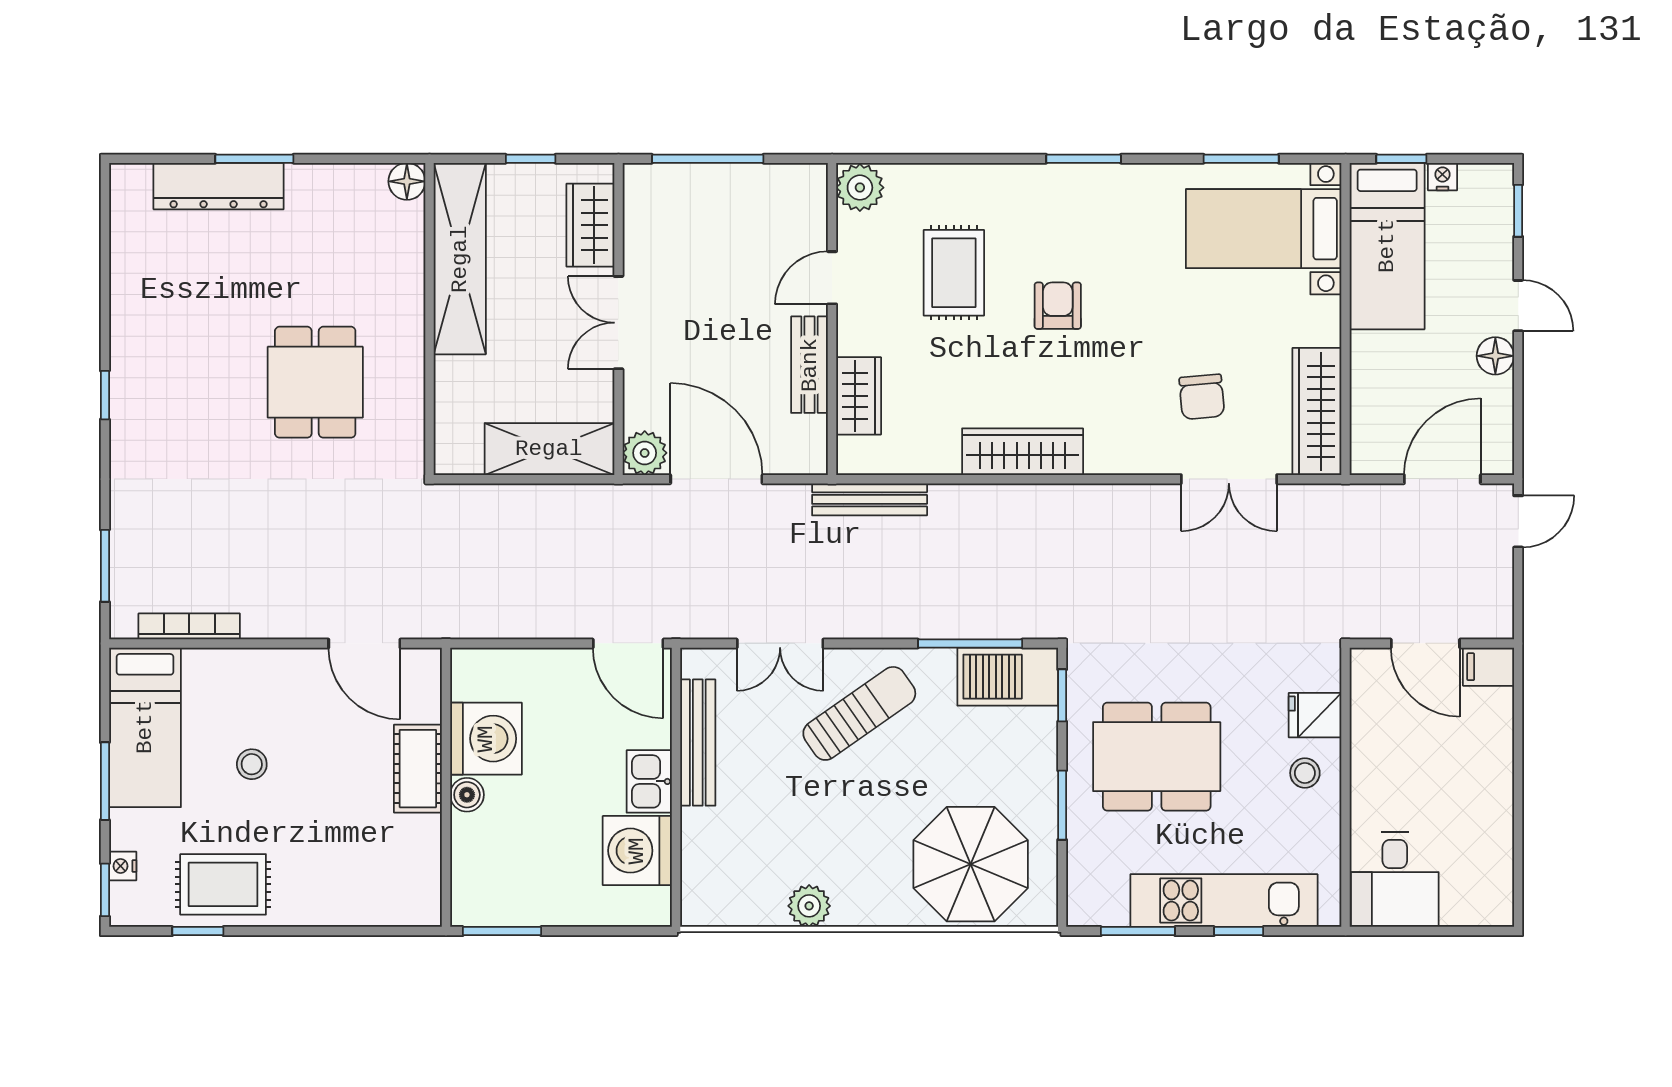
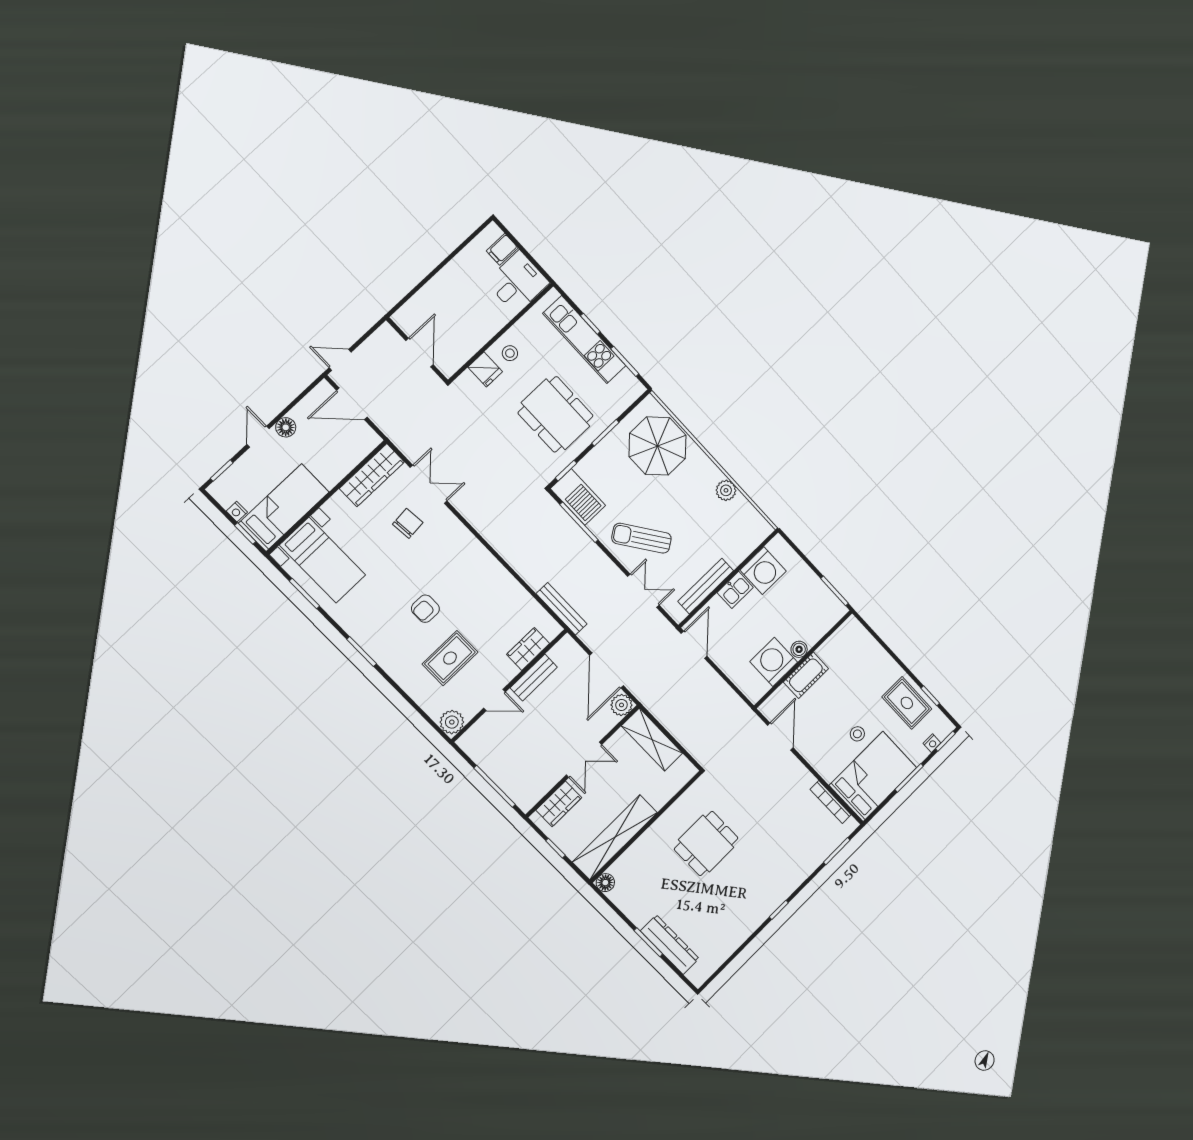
wardrobe: (1023, 452) -> (491, 570), removed
filing cabinet: (1488, 667) -> (502, 249), moved, turned 90
bed: (145, 727) -> (873, 776), width x1.50

